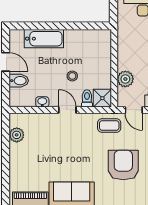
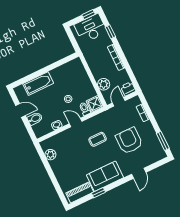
door: (134, 110) -> (119, 102), swing flipped
coffee table: (109, 126) -> (98, 139), moved

